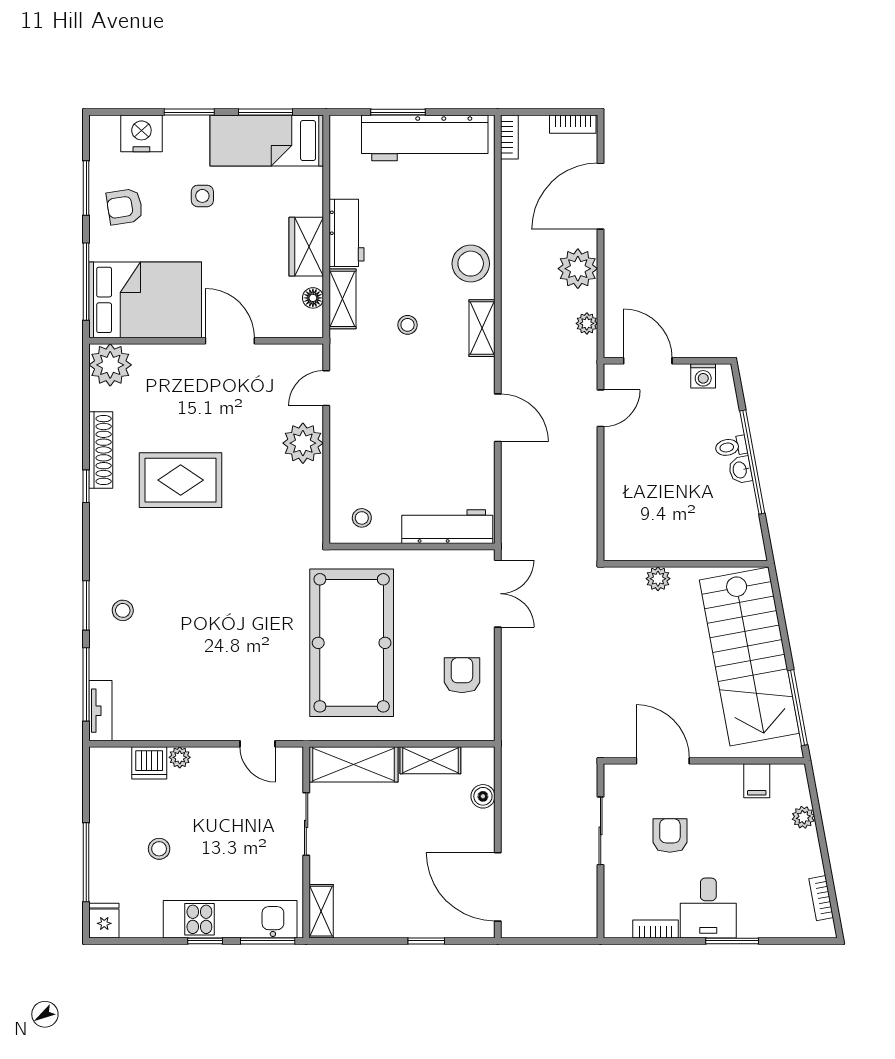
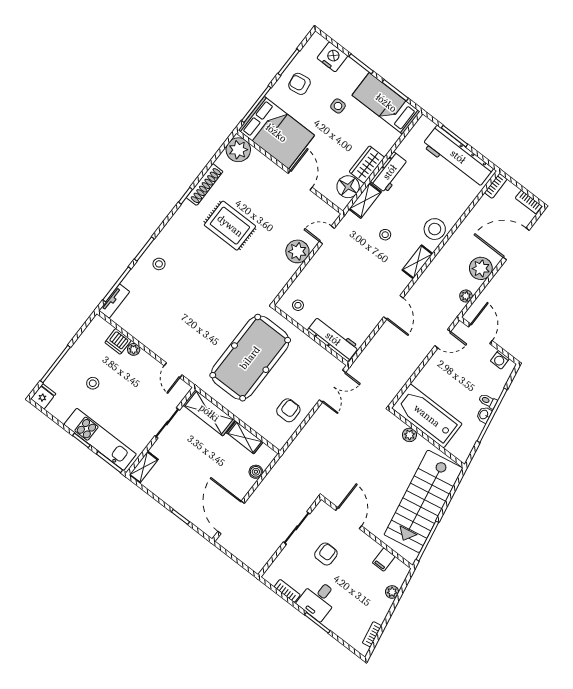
floor lamp: (313, 298) -> (348, 187), width x1.89, depth x1.89
bathtub: (662, 533) -> (427, 416), added

